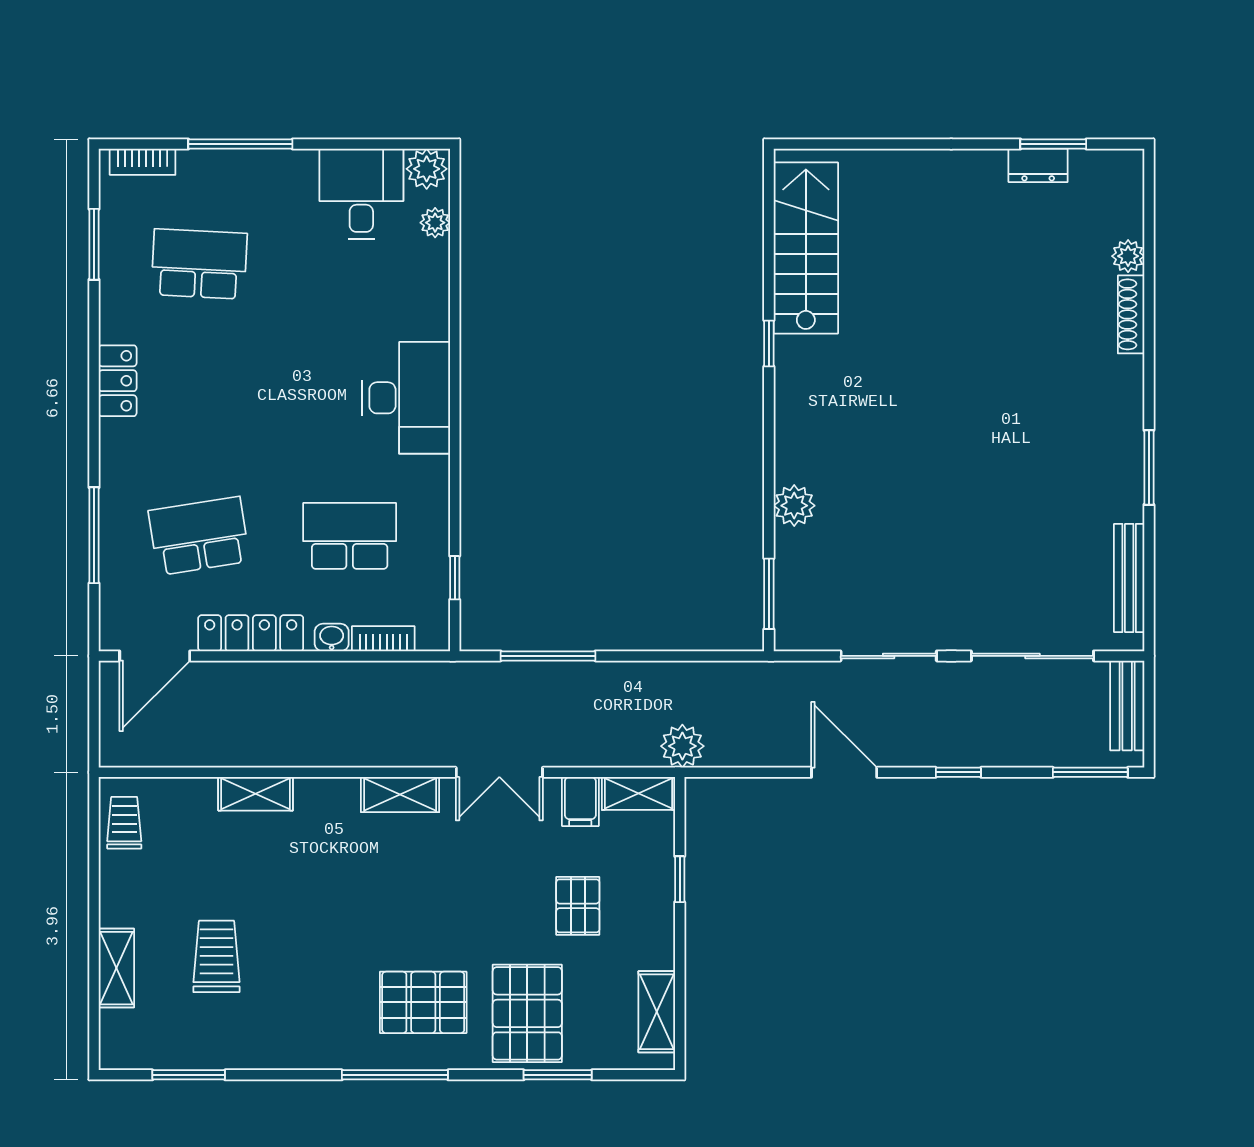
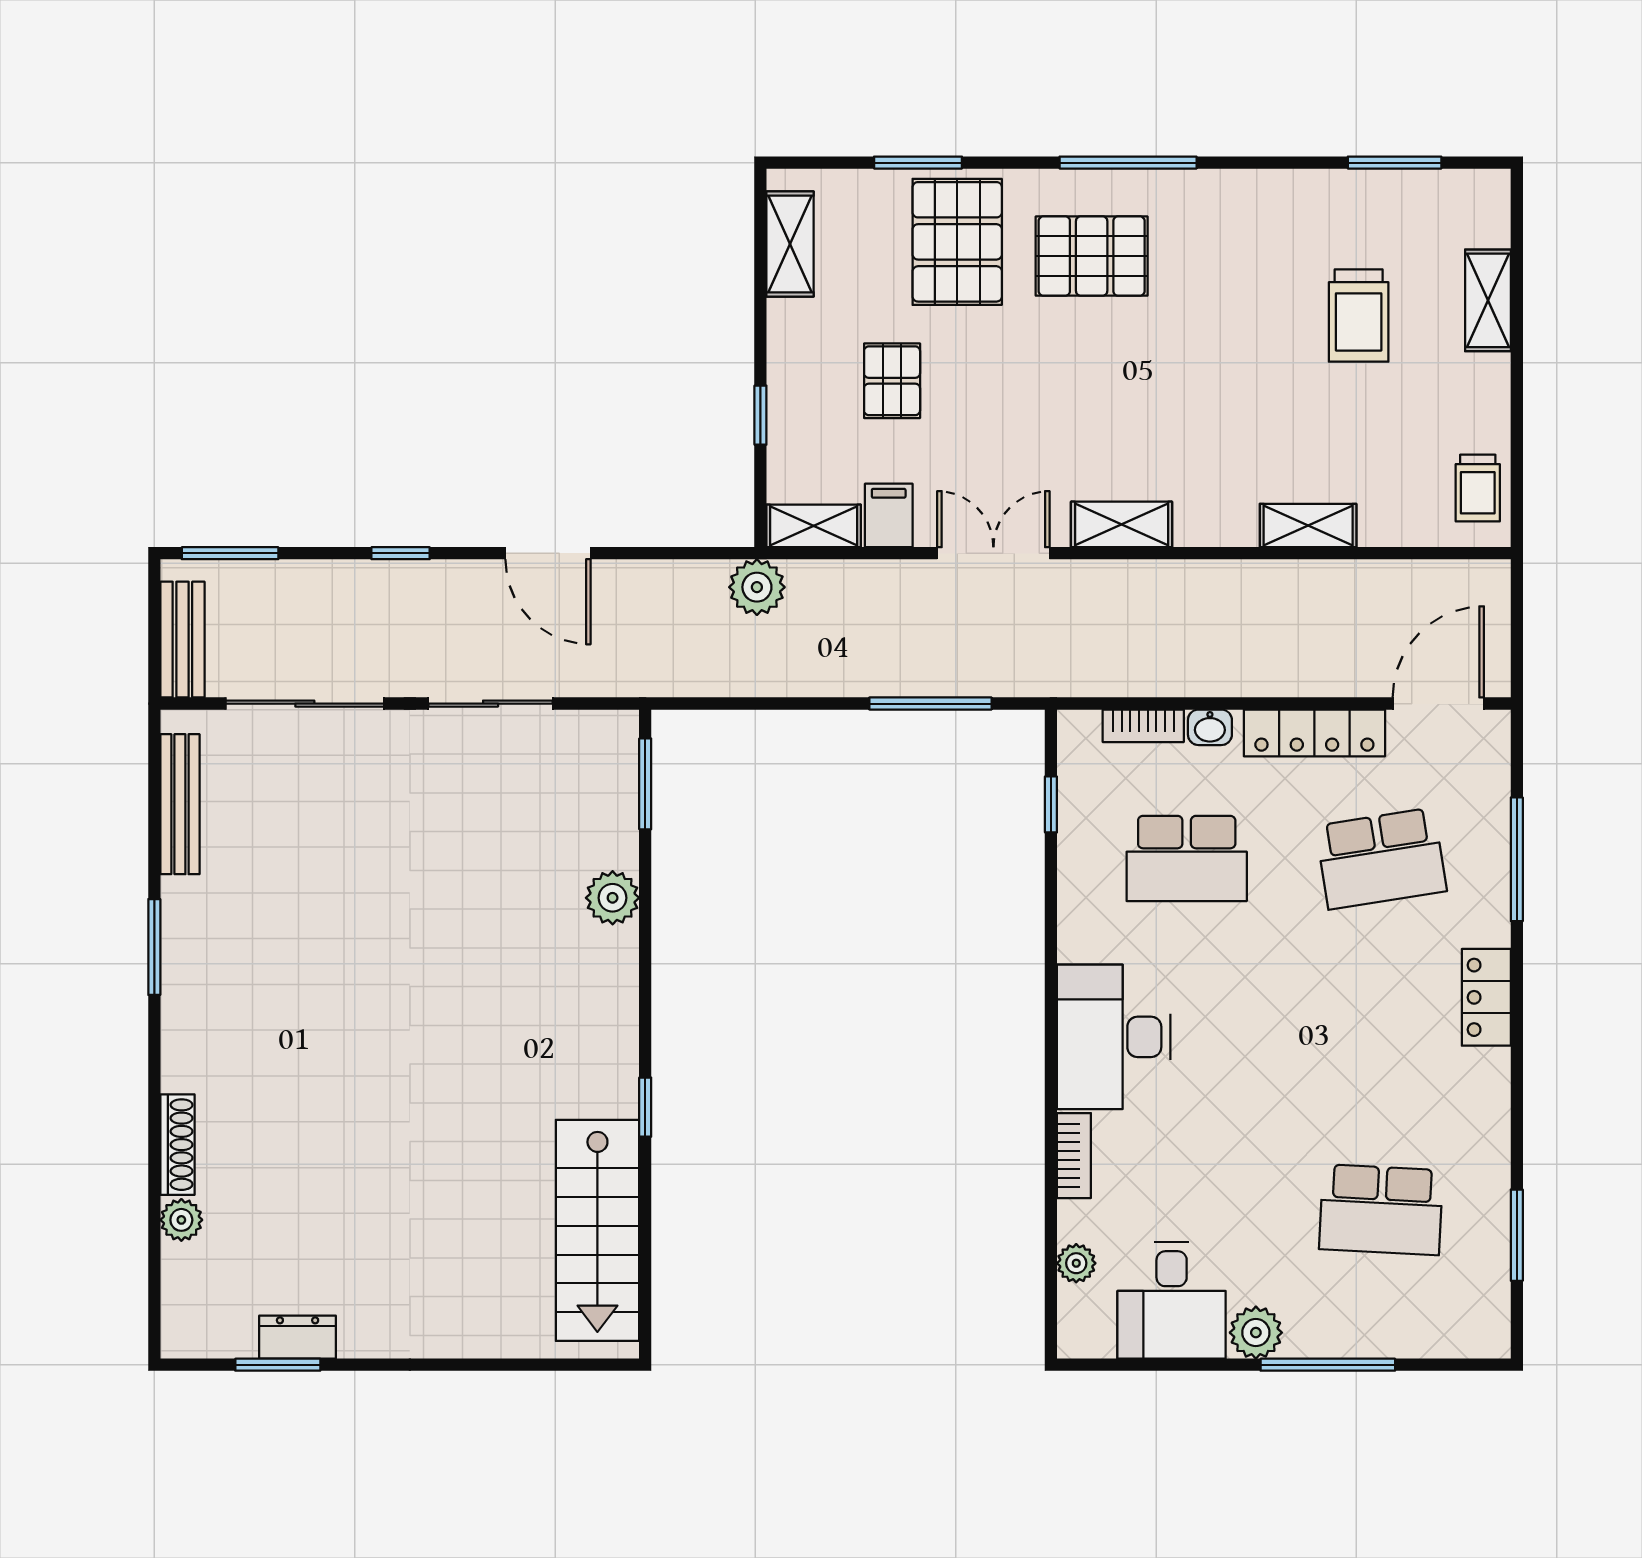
bookcase: (143, 162) -> (1074, 1156), moved, turned 90
plant: (427, 169) -> (1256, 1333), moved
locker: (118, 381) -> (1486, 997), moved

